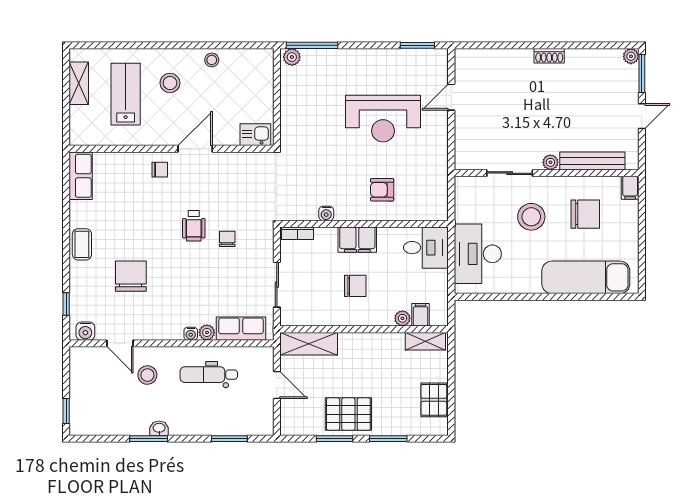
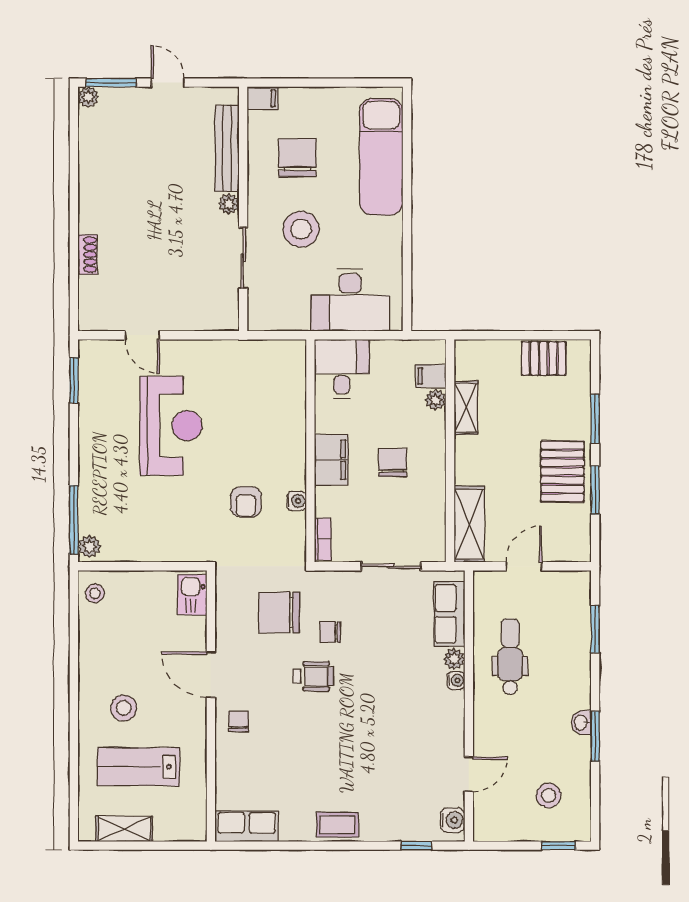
shoe rack: (549, 56) -> (88, 255), moved
stool: (212, 60) -> (95, 593), moved
armchair: (382, 190) -> (246, 502), moved
chair: (131, 276) -> (279, 613), moved
shelving: (425, 341) -> (466, 408), moved
stool: (147, 375) -> (549, 795), moved
dental chair: (209, 375) -> (510, 657), turned 180

